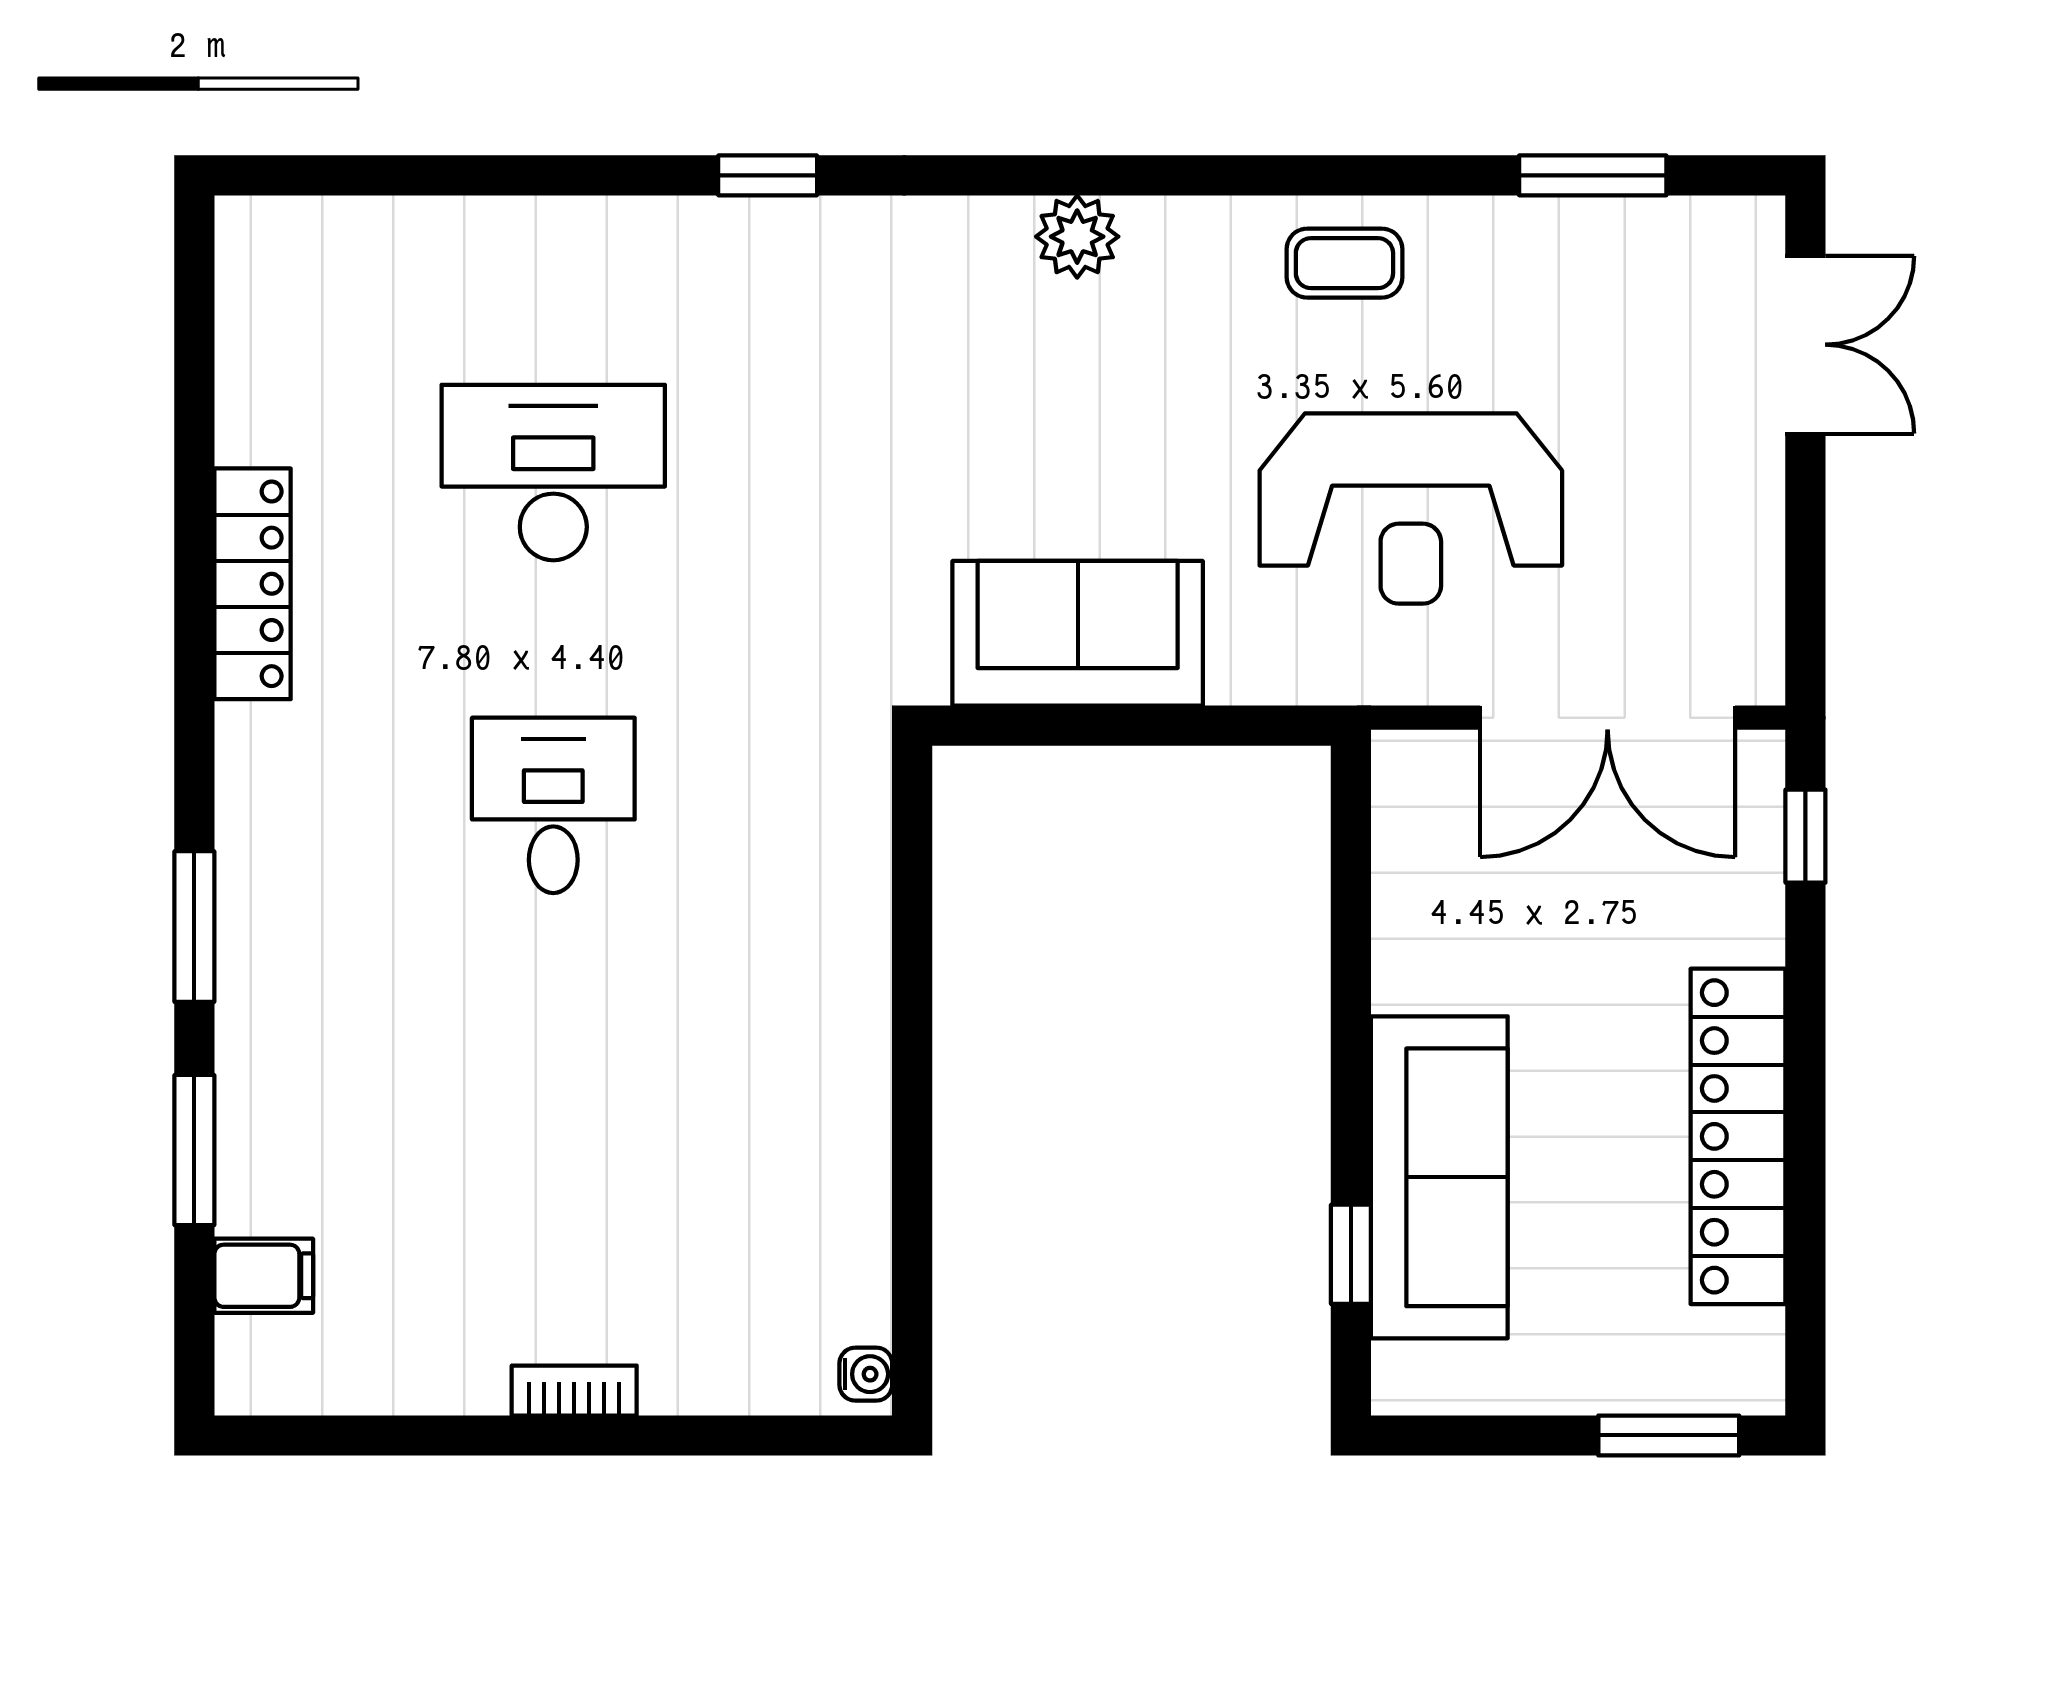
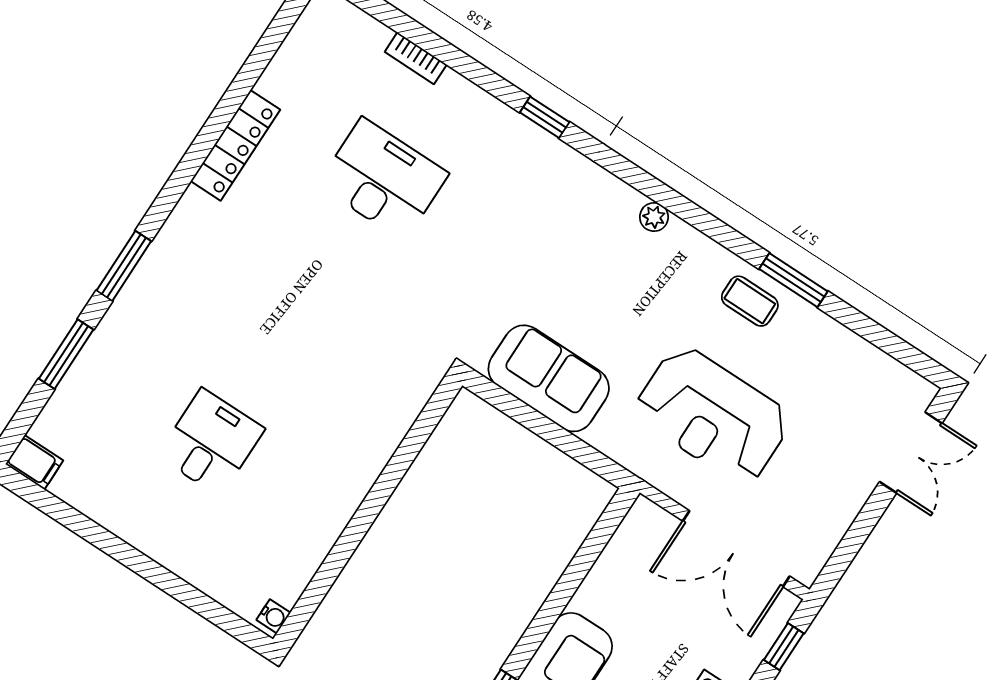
window: (1593, 175) -> (793, 280), moved
plant: (1077, 237) -> (654, 217), width x0.73, depth x0.73
desk: (553, 805) -> (211, 442), moved
filing cabinet: (264, 1276) -> (34, 462), moved
bookcase: (574, 1391) -> (416, 58), moved, turned 180

